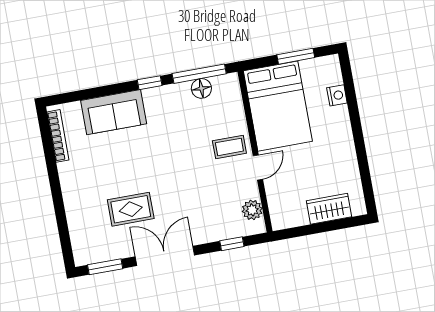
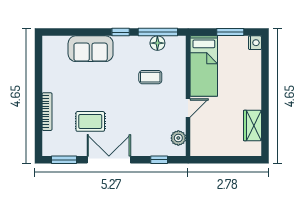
nightstand: (337, 95) -> (255, 43), moved
bed: (278, 106) -> (204, 66), width x0.67
bookcase: (58, 136) -> (47, 112), moved
coffee table: (229, 147) -> (150, 77), moved
wardrobe: (329, 209) -> (252, 126), moved, turned -90

